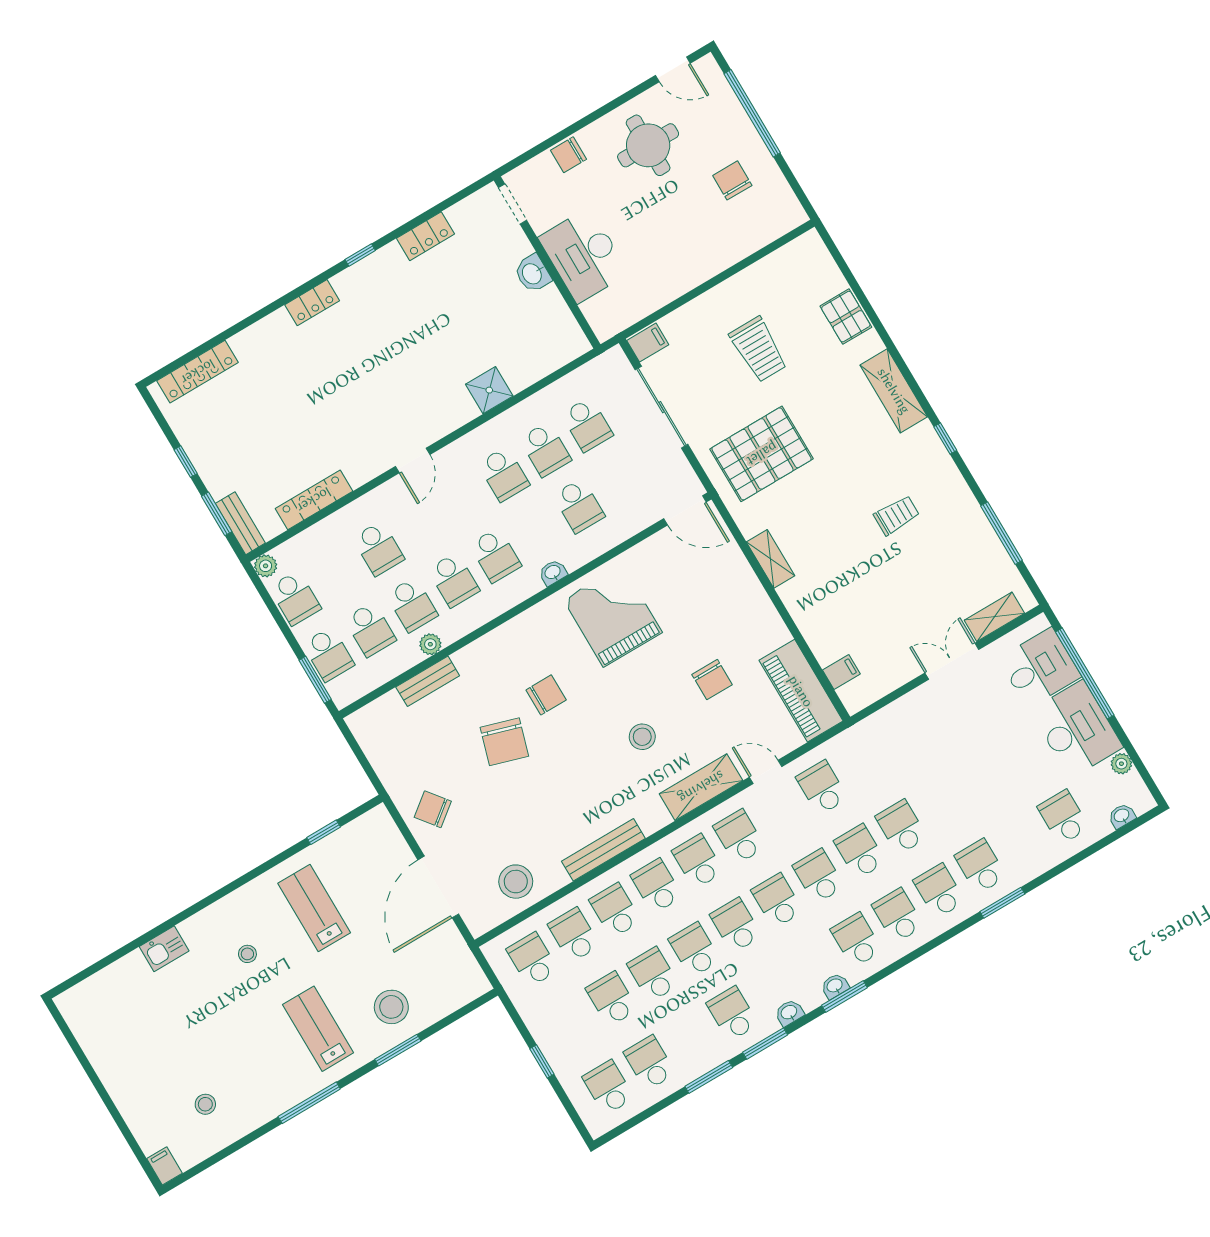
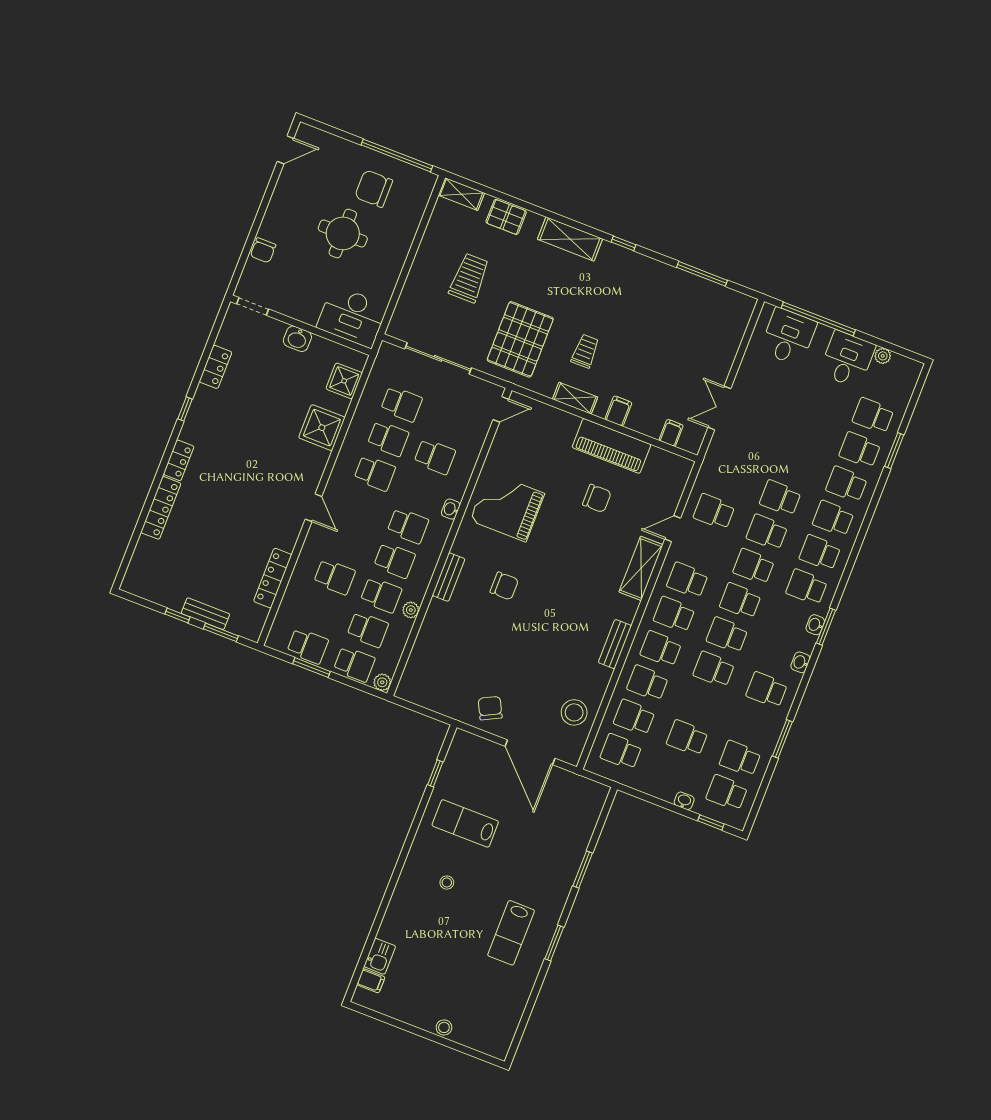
window: (752, 113) -> (397, 155), moved
round table: (648, 145) -> (343, 233), moved
chair: (732, 180) -> (374, 189), width x1.37, depth x1.37
desk: (584, 255) -> (352, 316), moved
filing cabinet: (648, 343) -> (618, 411), moved
trolley: (758, 349) -> (469, 278), turned -90
shower: (547, 355) -> (344, 381), added
locker: (198, 372) -> (161, 508), moved
shower: (489, 390) -> (322, 428), width x1.36, depth x1.36
door: (685, 510) -> (501, 409), width x0.73
trolley: (897, 515) -> (585, 351), moved
bench: (240, 523) -> (205, 614), moved
plant: (266, 566) -> (382, 682), moved
shelving: (994, 617) -> (461, 194), moved, turned 90
double door: (952, 661) -> (719, 408), moved
window: (315, 680) -> (312, 668), moved
bench: (428, 681) -> (449, 577), moved
piano: (801, 691) -> (611, 446), moved
chair: (546, 695) -> (504, 586), turned 90
desk: (1077, 729) -> (847, 359), width x0.73
stool: (642, 737) -> (582, 566), removed
chair: (504, 742) -> (501, 634), removed
chair: (433, 809) -> (490, 708), turned 101
washbasin: (1122, 816) -> (684, 801), moved, turned 90
bench: (603, 850) -> (615, 644), width x0.73
window: (1002, 903) -> (894, 451), moved
kitchen sink: (164, 949) -> (380, 956), moved
school desk: (653, 974) -> (860, 450), moved
stool: (391, 1007) -> (558, 847), removed
lab bench: (318, 1029) -> (511, 933), moved, turned -90
window: (765, 1044) -> (800, 692), removed
window: (542, 1061) -> (711, 822), moved
window: (309, 1103) -> (554, 943), width x0.69
stool: (205, 1104) -> (444, 1027), moved
filing cabinet: (164, 1166) -> (371, 981), moved, turned 180

